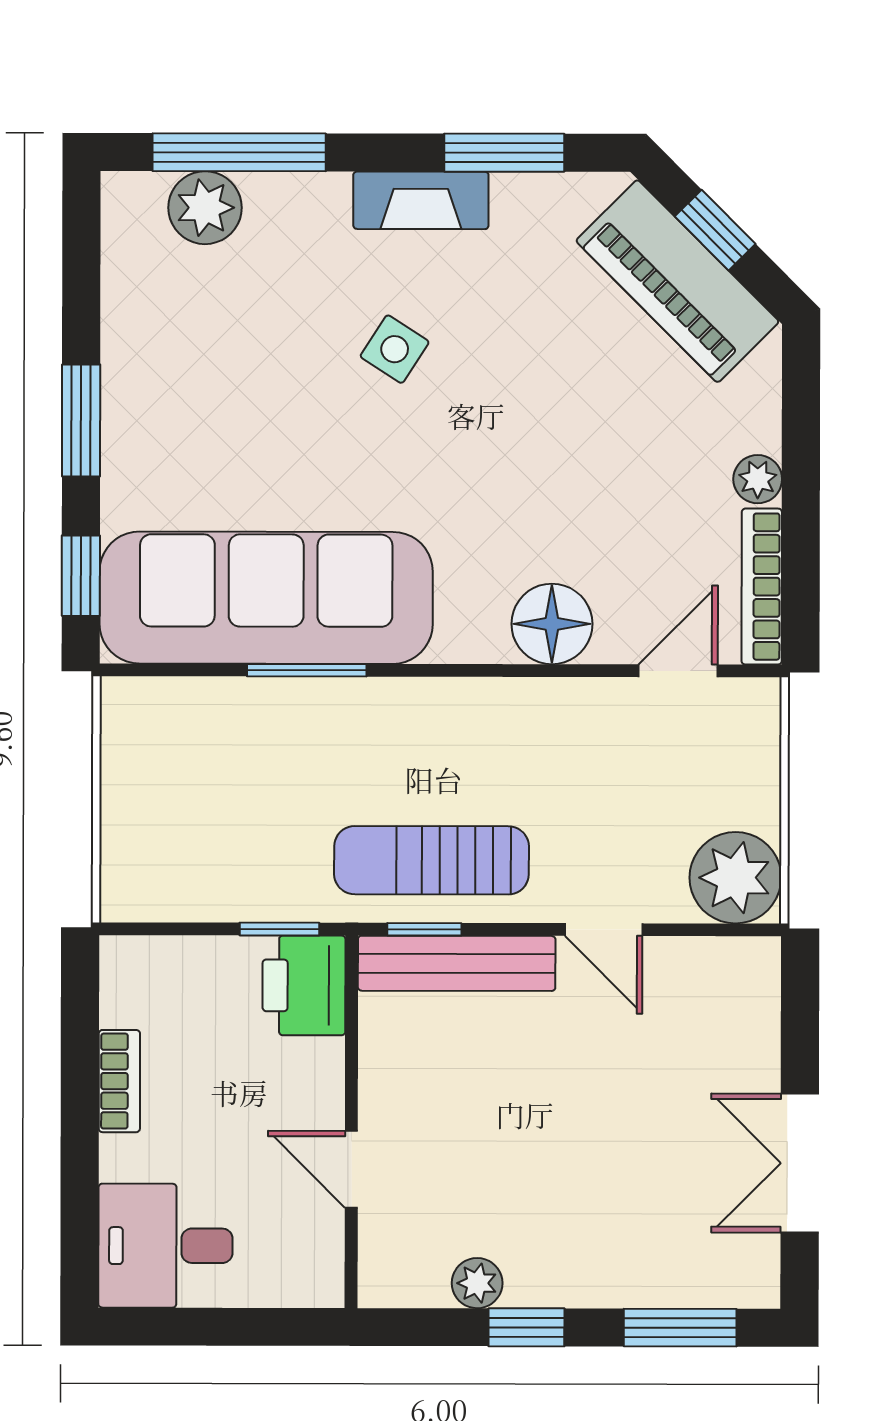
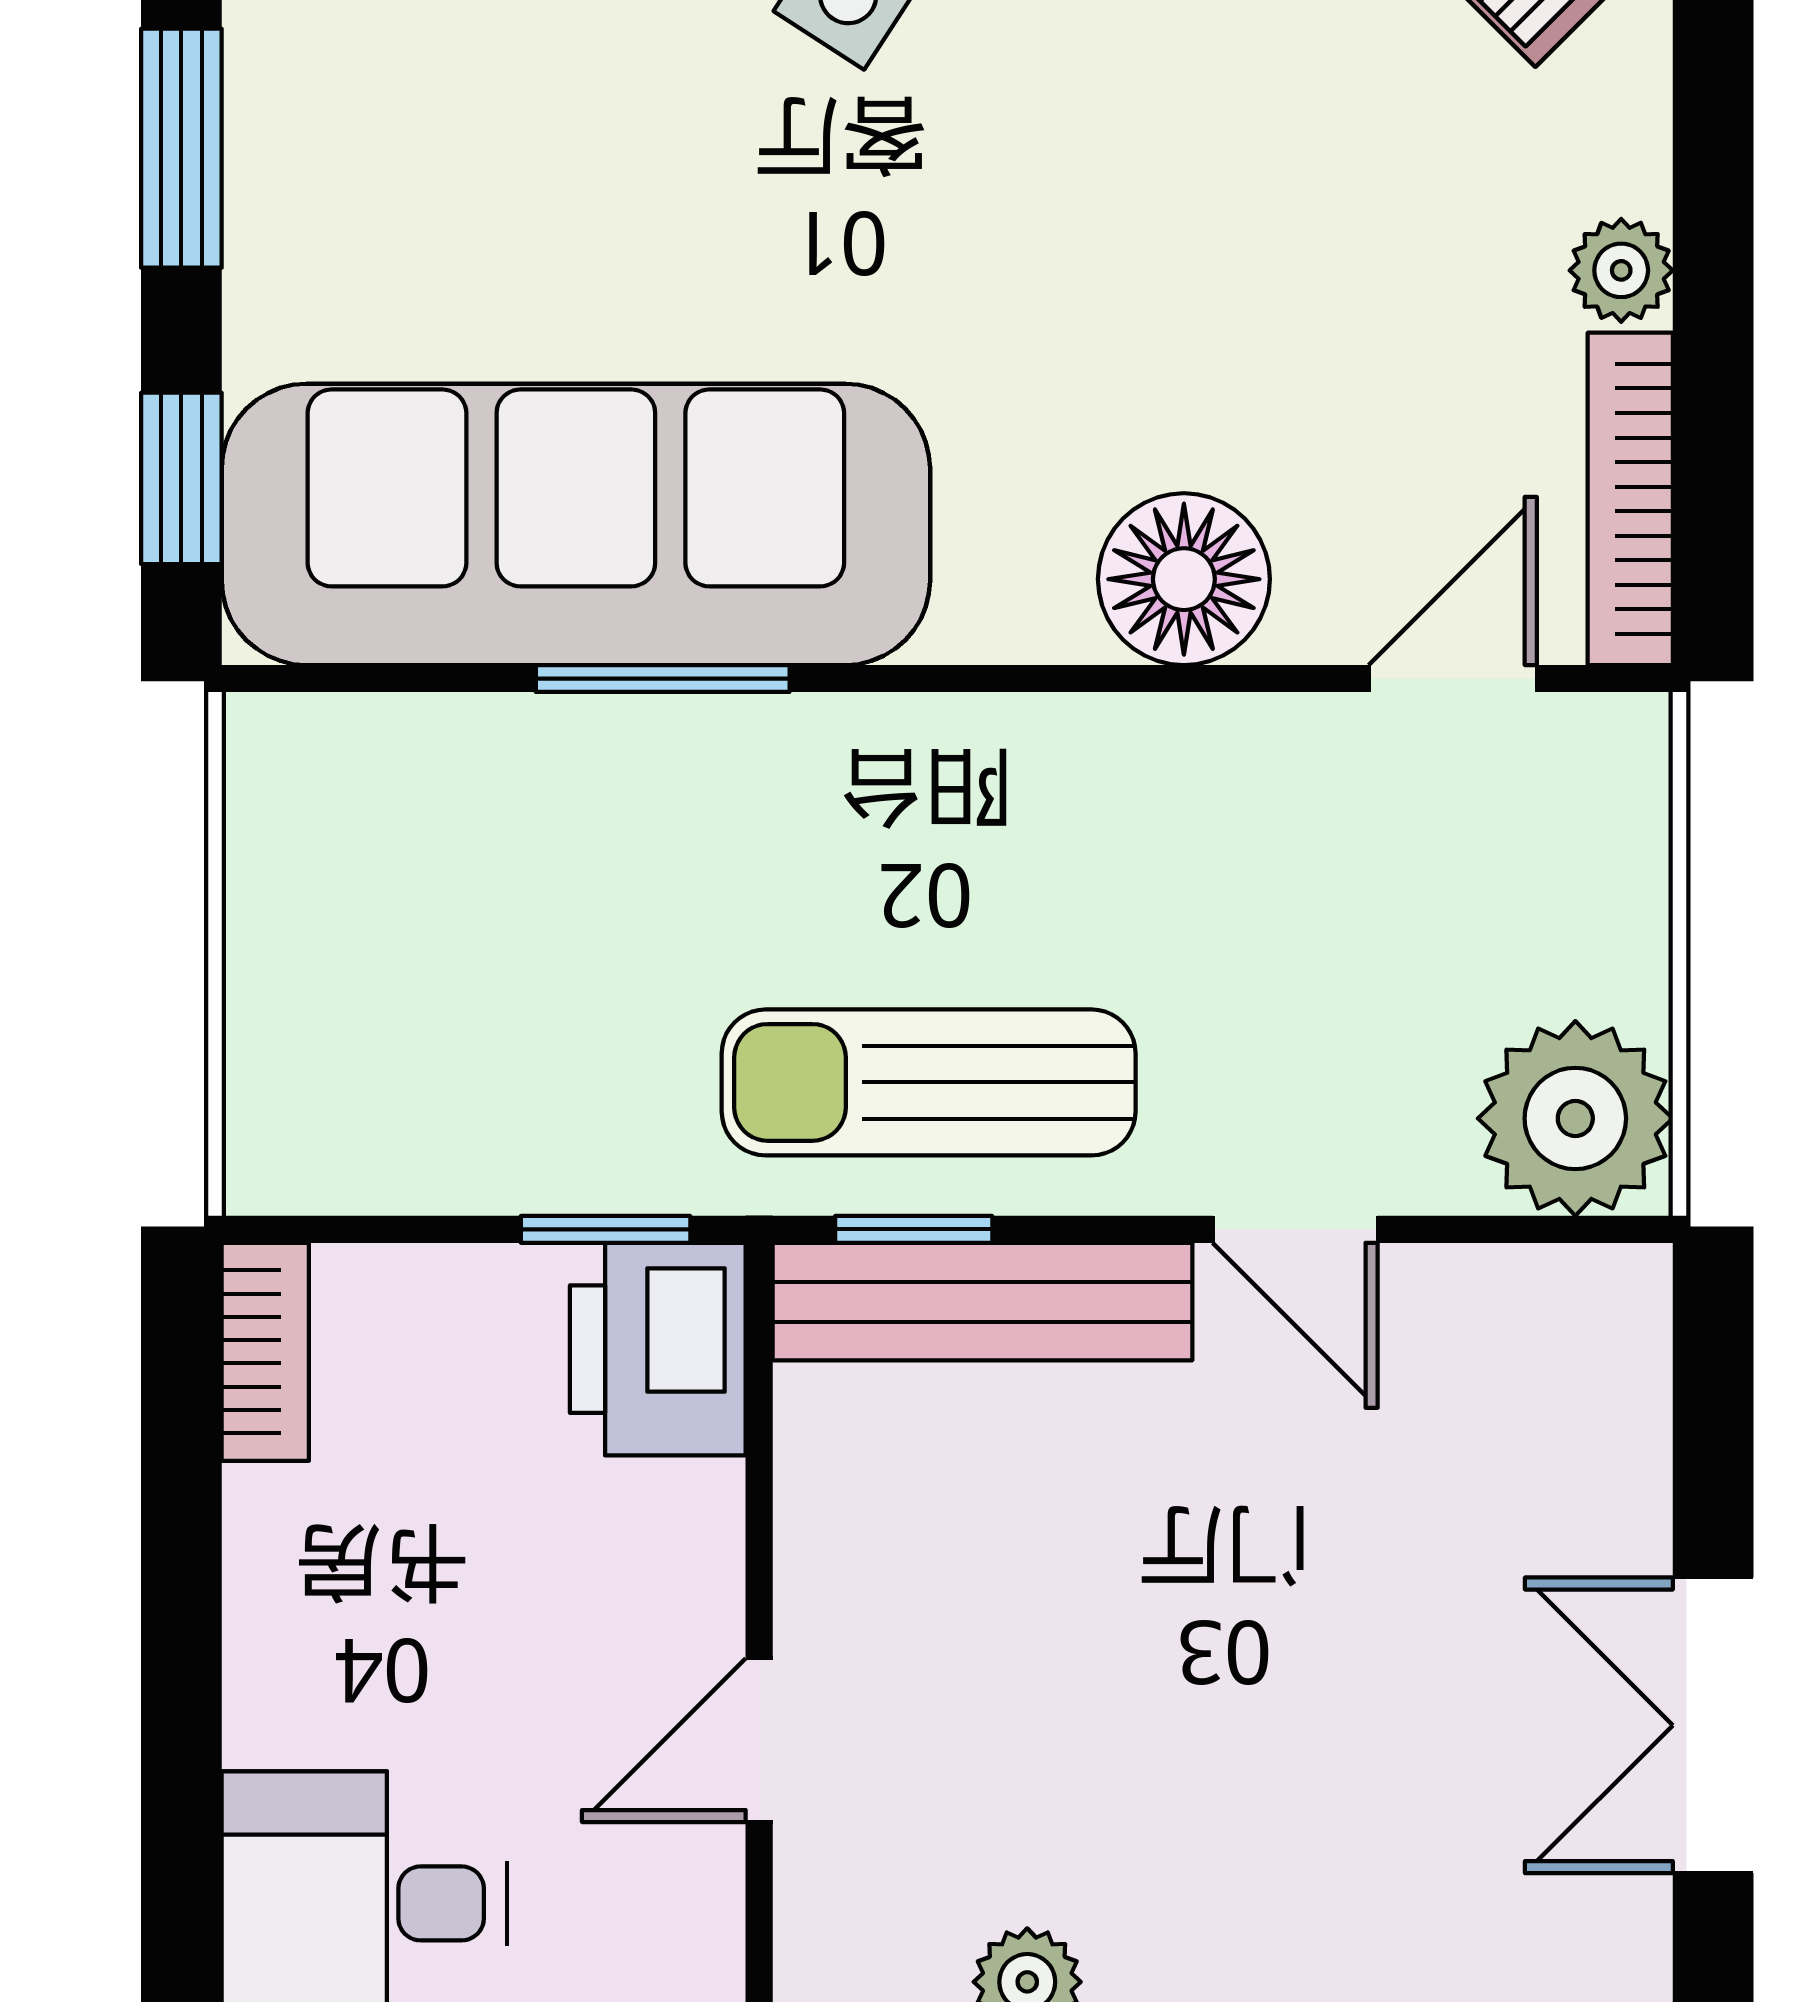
bookcase: (119, 1081) -> (265, 1352), moved
door: (351, 1169) -> (759, 1740), hinge flipped

